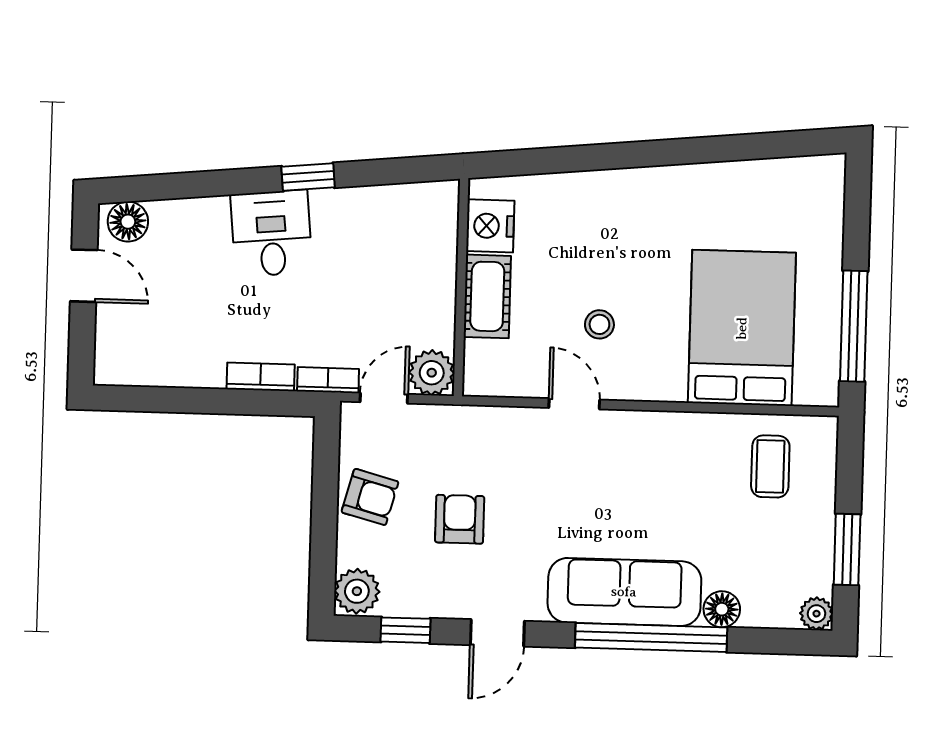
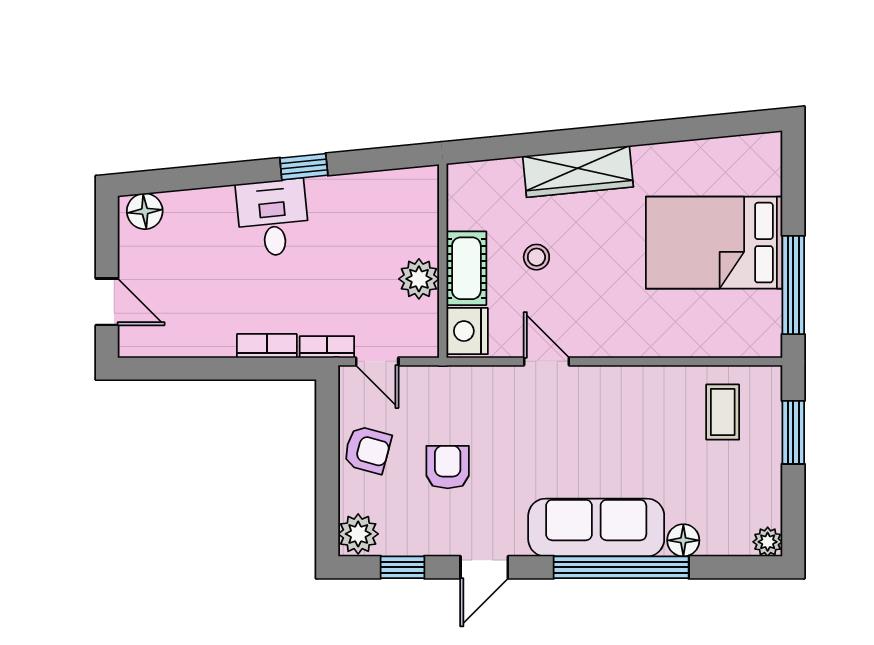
wardrobe: (616, 191) -> (578, 172), added
nightstand: (490, 226) -> (467, 331), moved
door: (84, 276) -> (107, 302), moved
stool: (599, 324) -> (536, 257), moved
bed: (742, 328) -> (714, 243), moved, turned -90
plant: (432, 373) -> (419, 279), moved
door: (384, 398) -> (377, 361), swing flipped
window: (847, 549) -> (793, 432), moved

